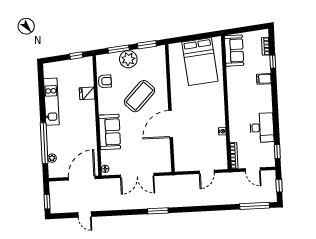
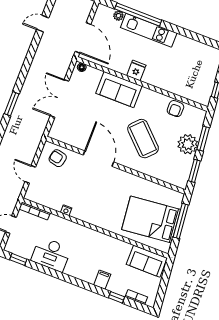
window: (191, 38) -> (181, 221), added
fridge: (87, 93) -> (136, 70), moved
kitchen unit: (51, 102) -> (149, 30), moved
armchair: (184, 156) -> (58, 158), added

